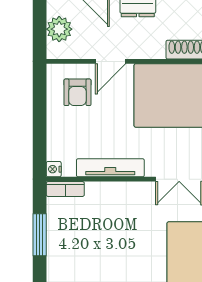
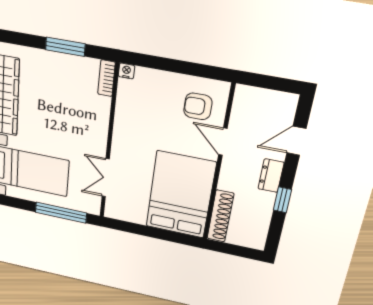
plant: (59, 29) -> (264, 101), removed
tv unit: (110, 168) -> (122, 122), removed

